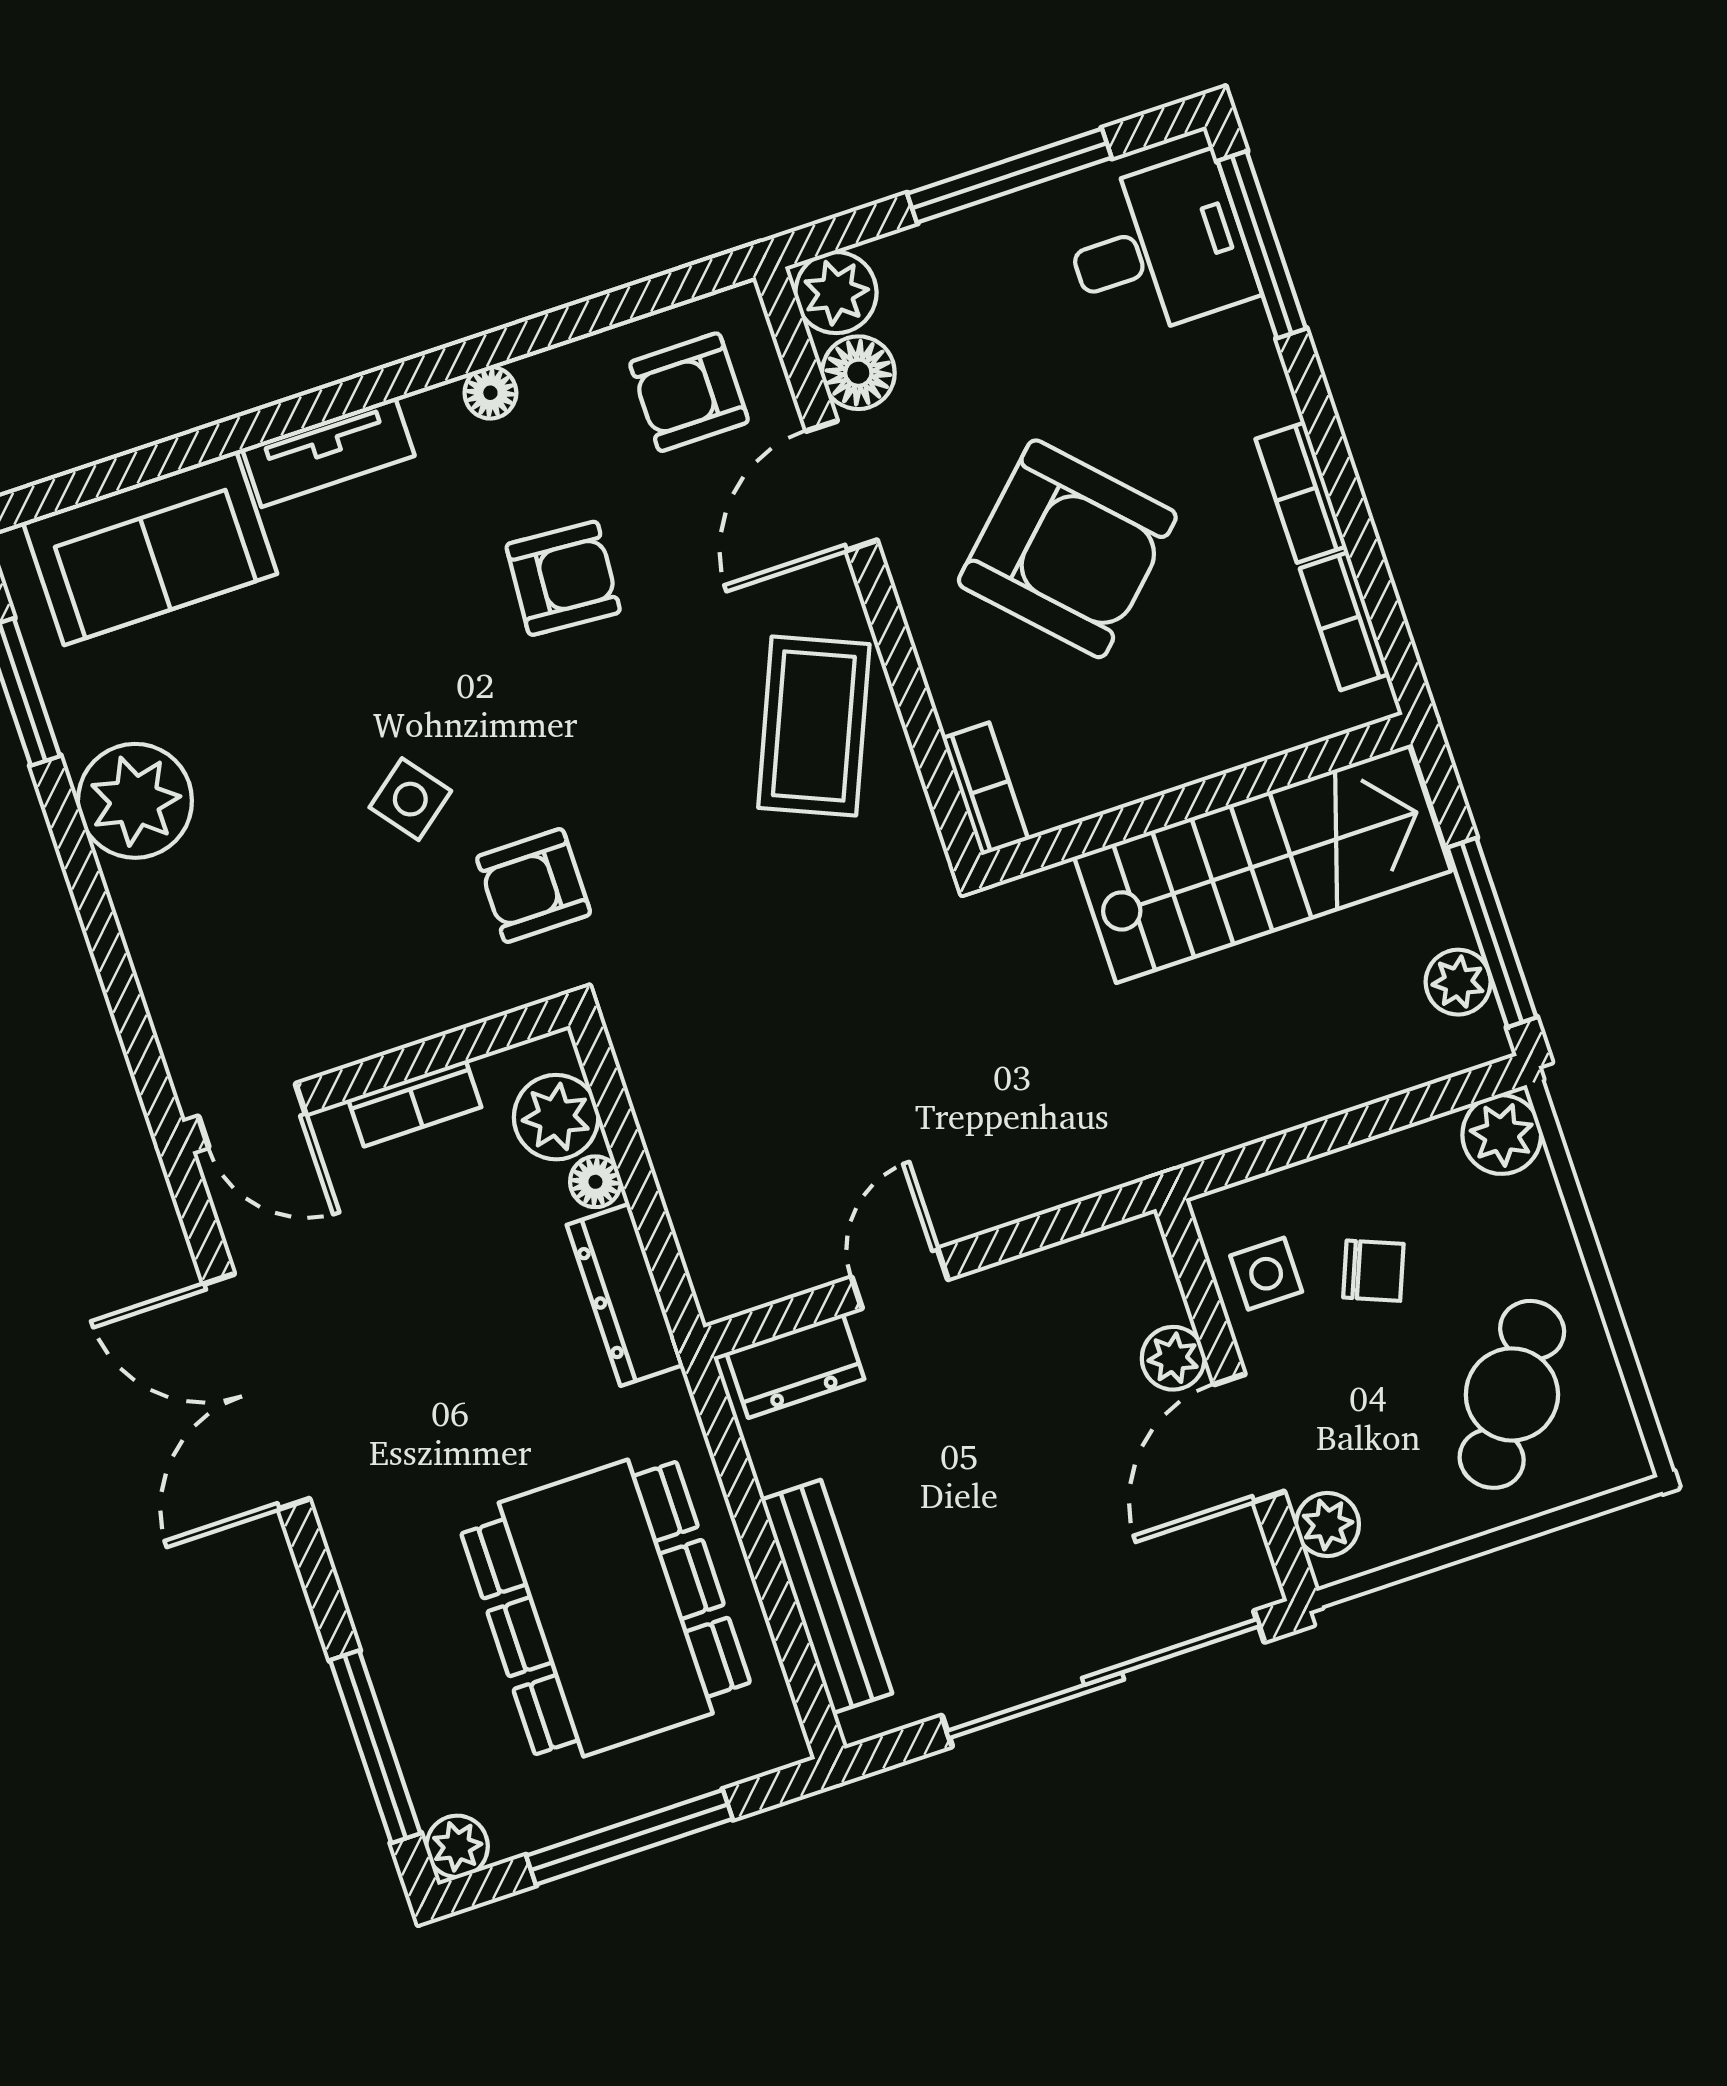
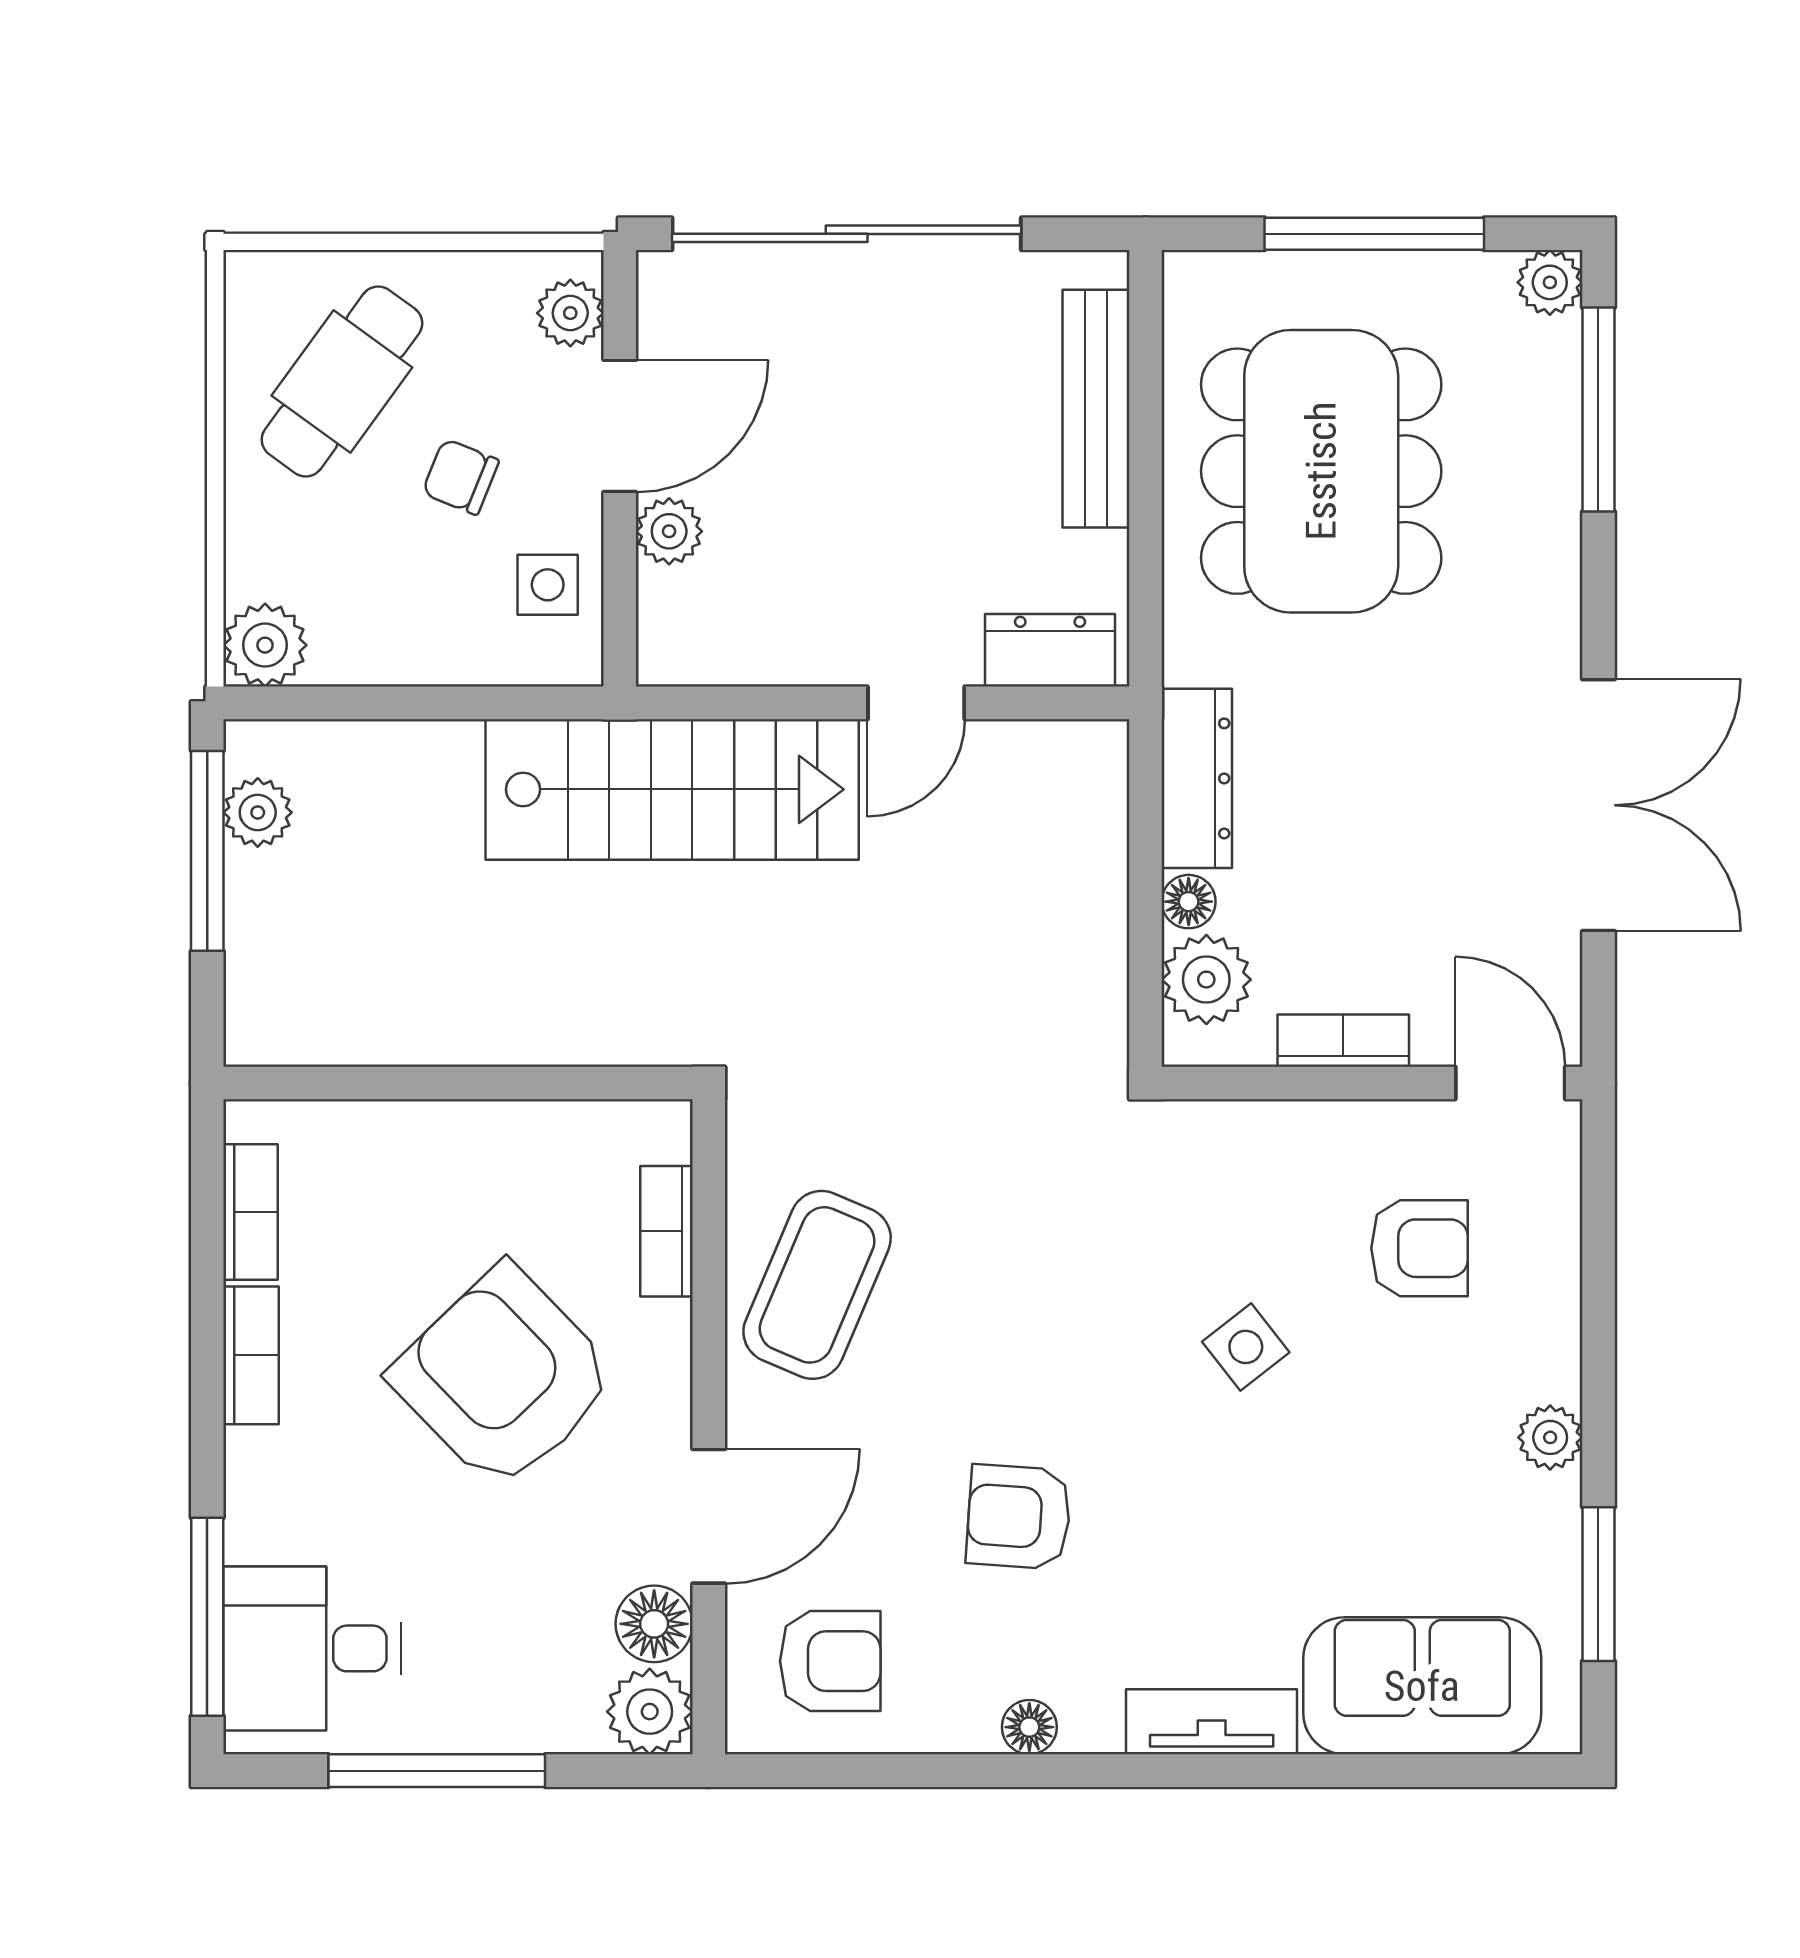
bookcase: (985, 789) -> (666, 1231), moved
plant: (135, 801) -> (1550, 1437), width x0.53, depth x0.53
stairs: (1262, 864) -> (672, 789), moved, turned 180
armchair: (534, 886) -> (1419, 1248), moved
chair: (1373, 1271) -> (461, 477), moved

